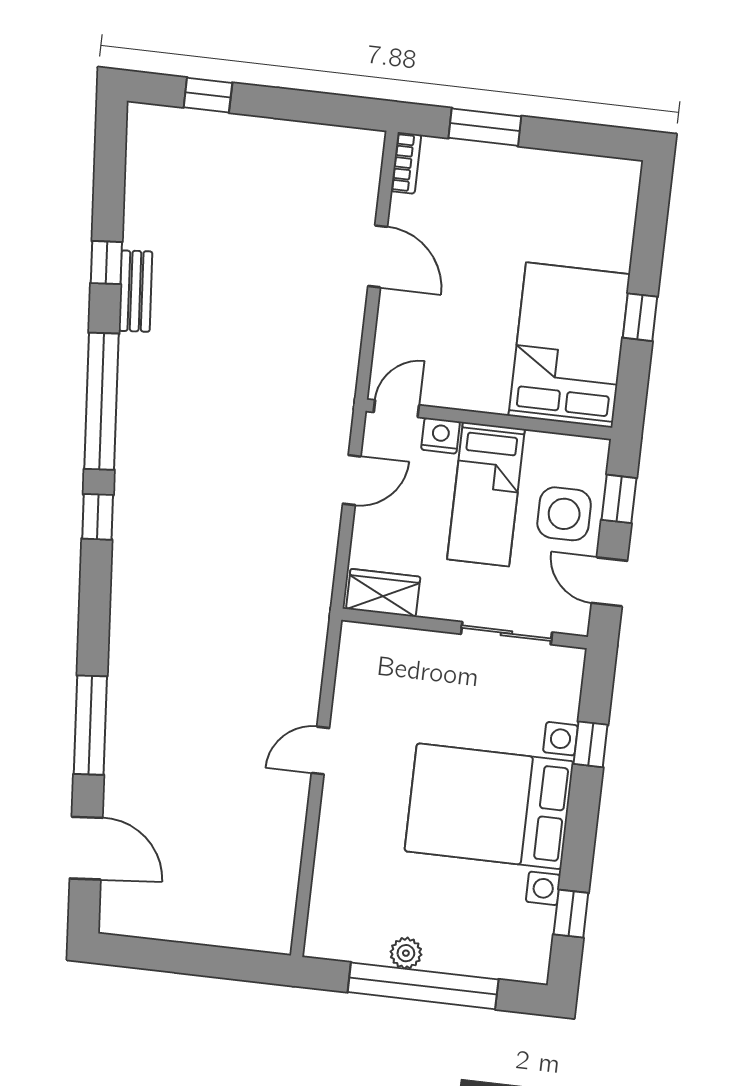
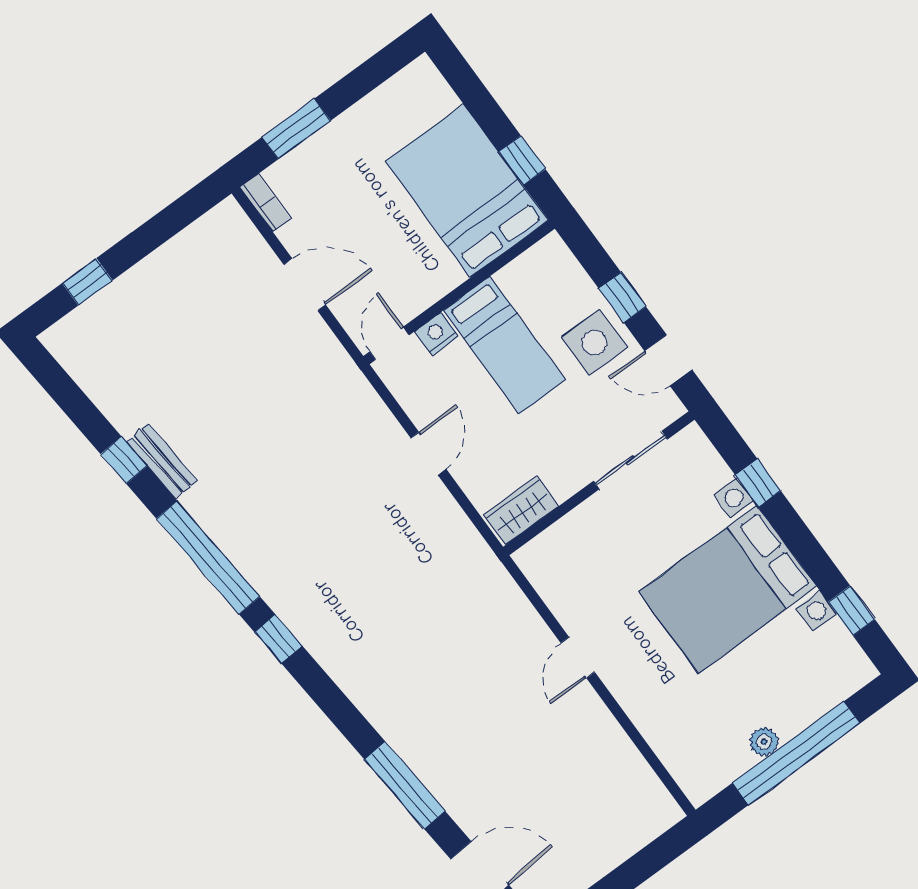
bed: (569, 345) -> (467, 191), moved
door: (396, 409) -> (389, 343), moved
wall: (489, 419) -> (459, 292), moved
nightstand: (441, 436) -> (437, 334), moved
bed: (486, 494) -> (504, 345), moved

